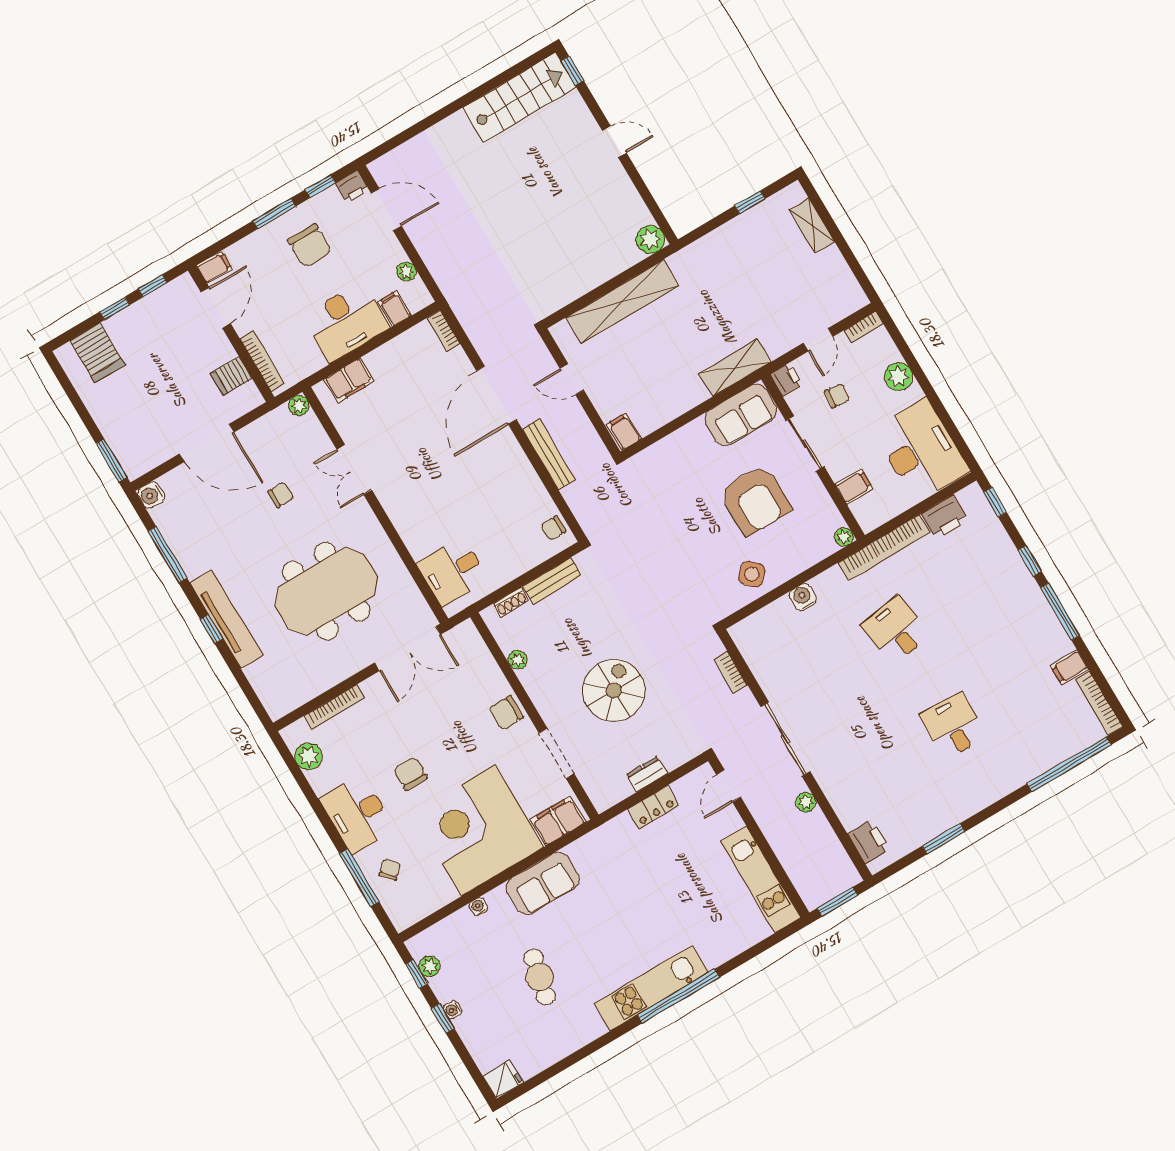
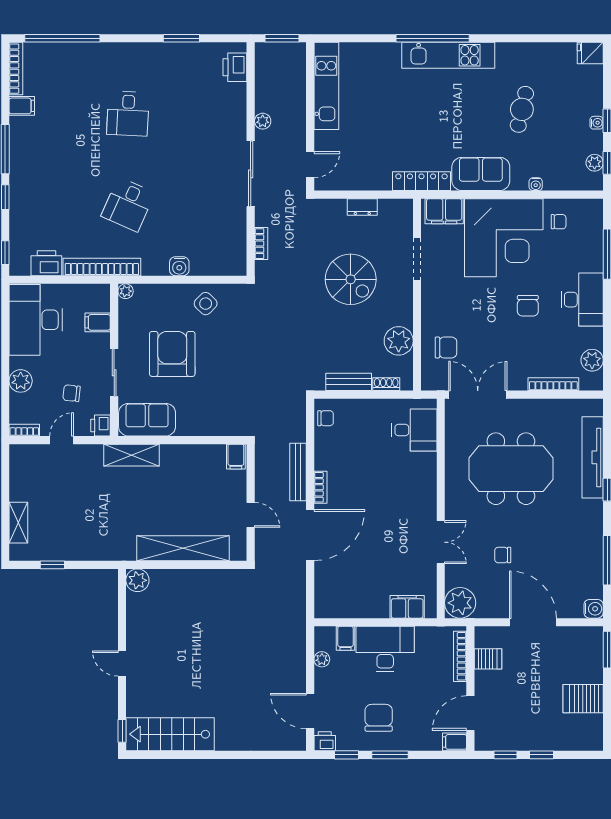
bookcase: (443, 331) -> (320, 487), moved
server rack: (97, 353) -> (583, 699), moved, turned -90
plant: (299, 406) -> (460, 603), width x1.87, depth x1.87
tv unit: (226, 619) -> (593, 457), moved
desk: (896, 630) -> (128, 204), turned 33
plant: (518, 660) -> (399, 341), width x1.88, depth x1.88
spiral stairs: (614, 690) -> (351, 279), turned -90
chair: (506, 713) -> (446, 347), moved
locker: (653, 807) -> (421, 181), moved, width x1.53
chair: (390, 870) -> (559, 222), moved, turned -138

